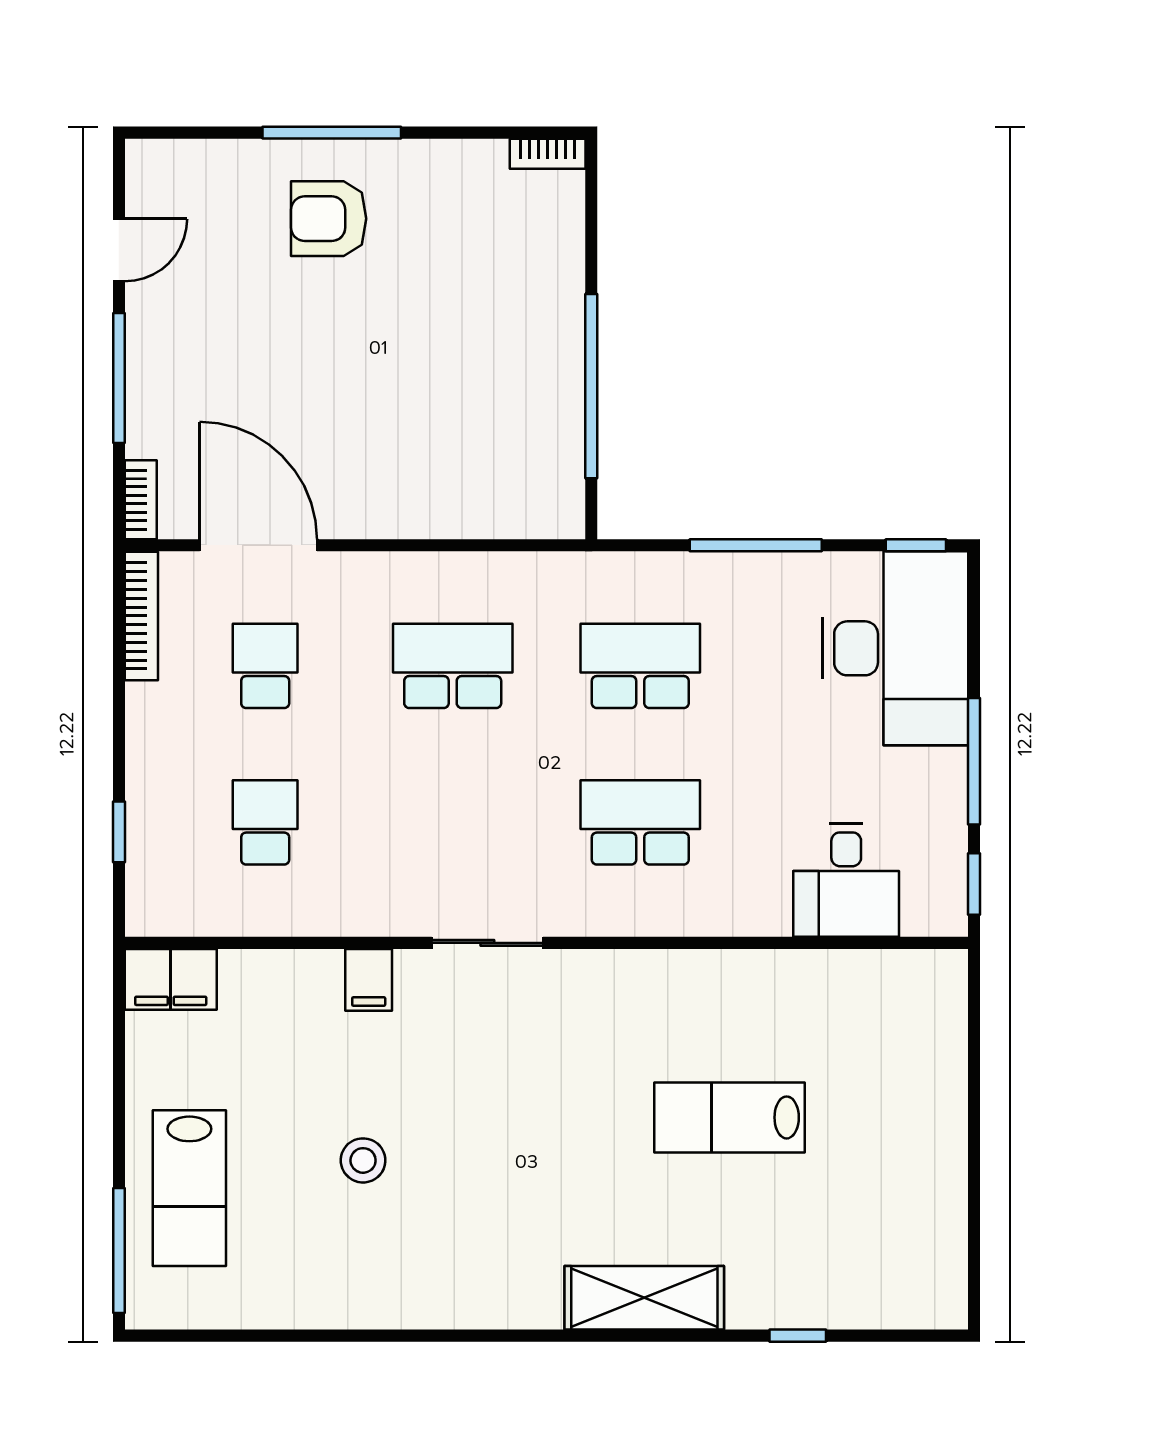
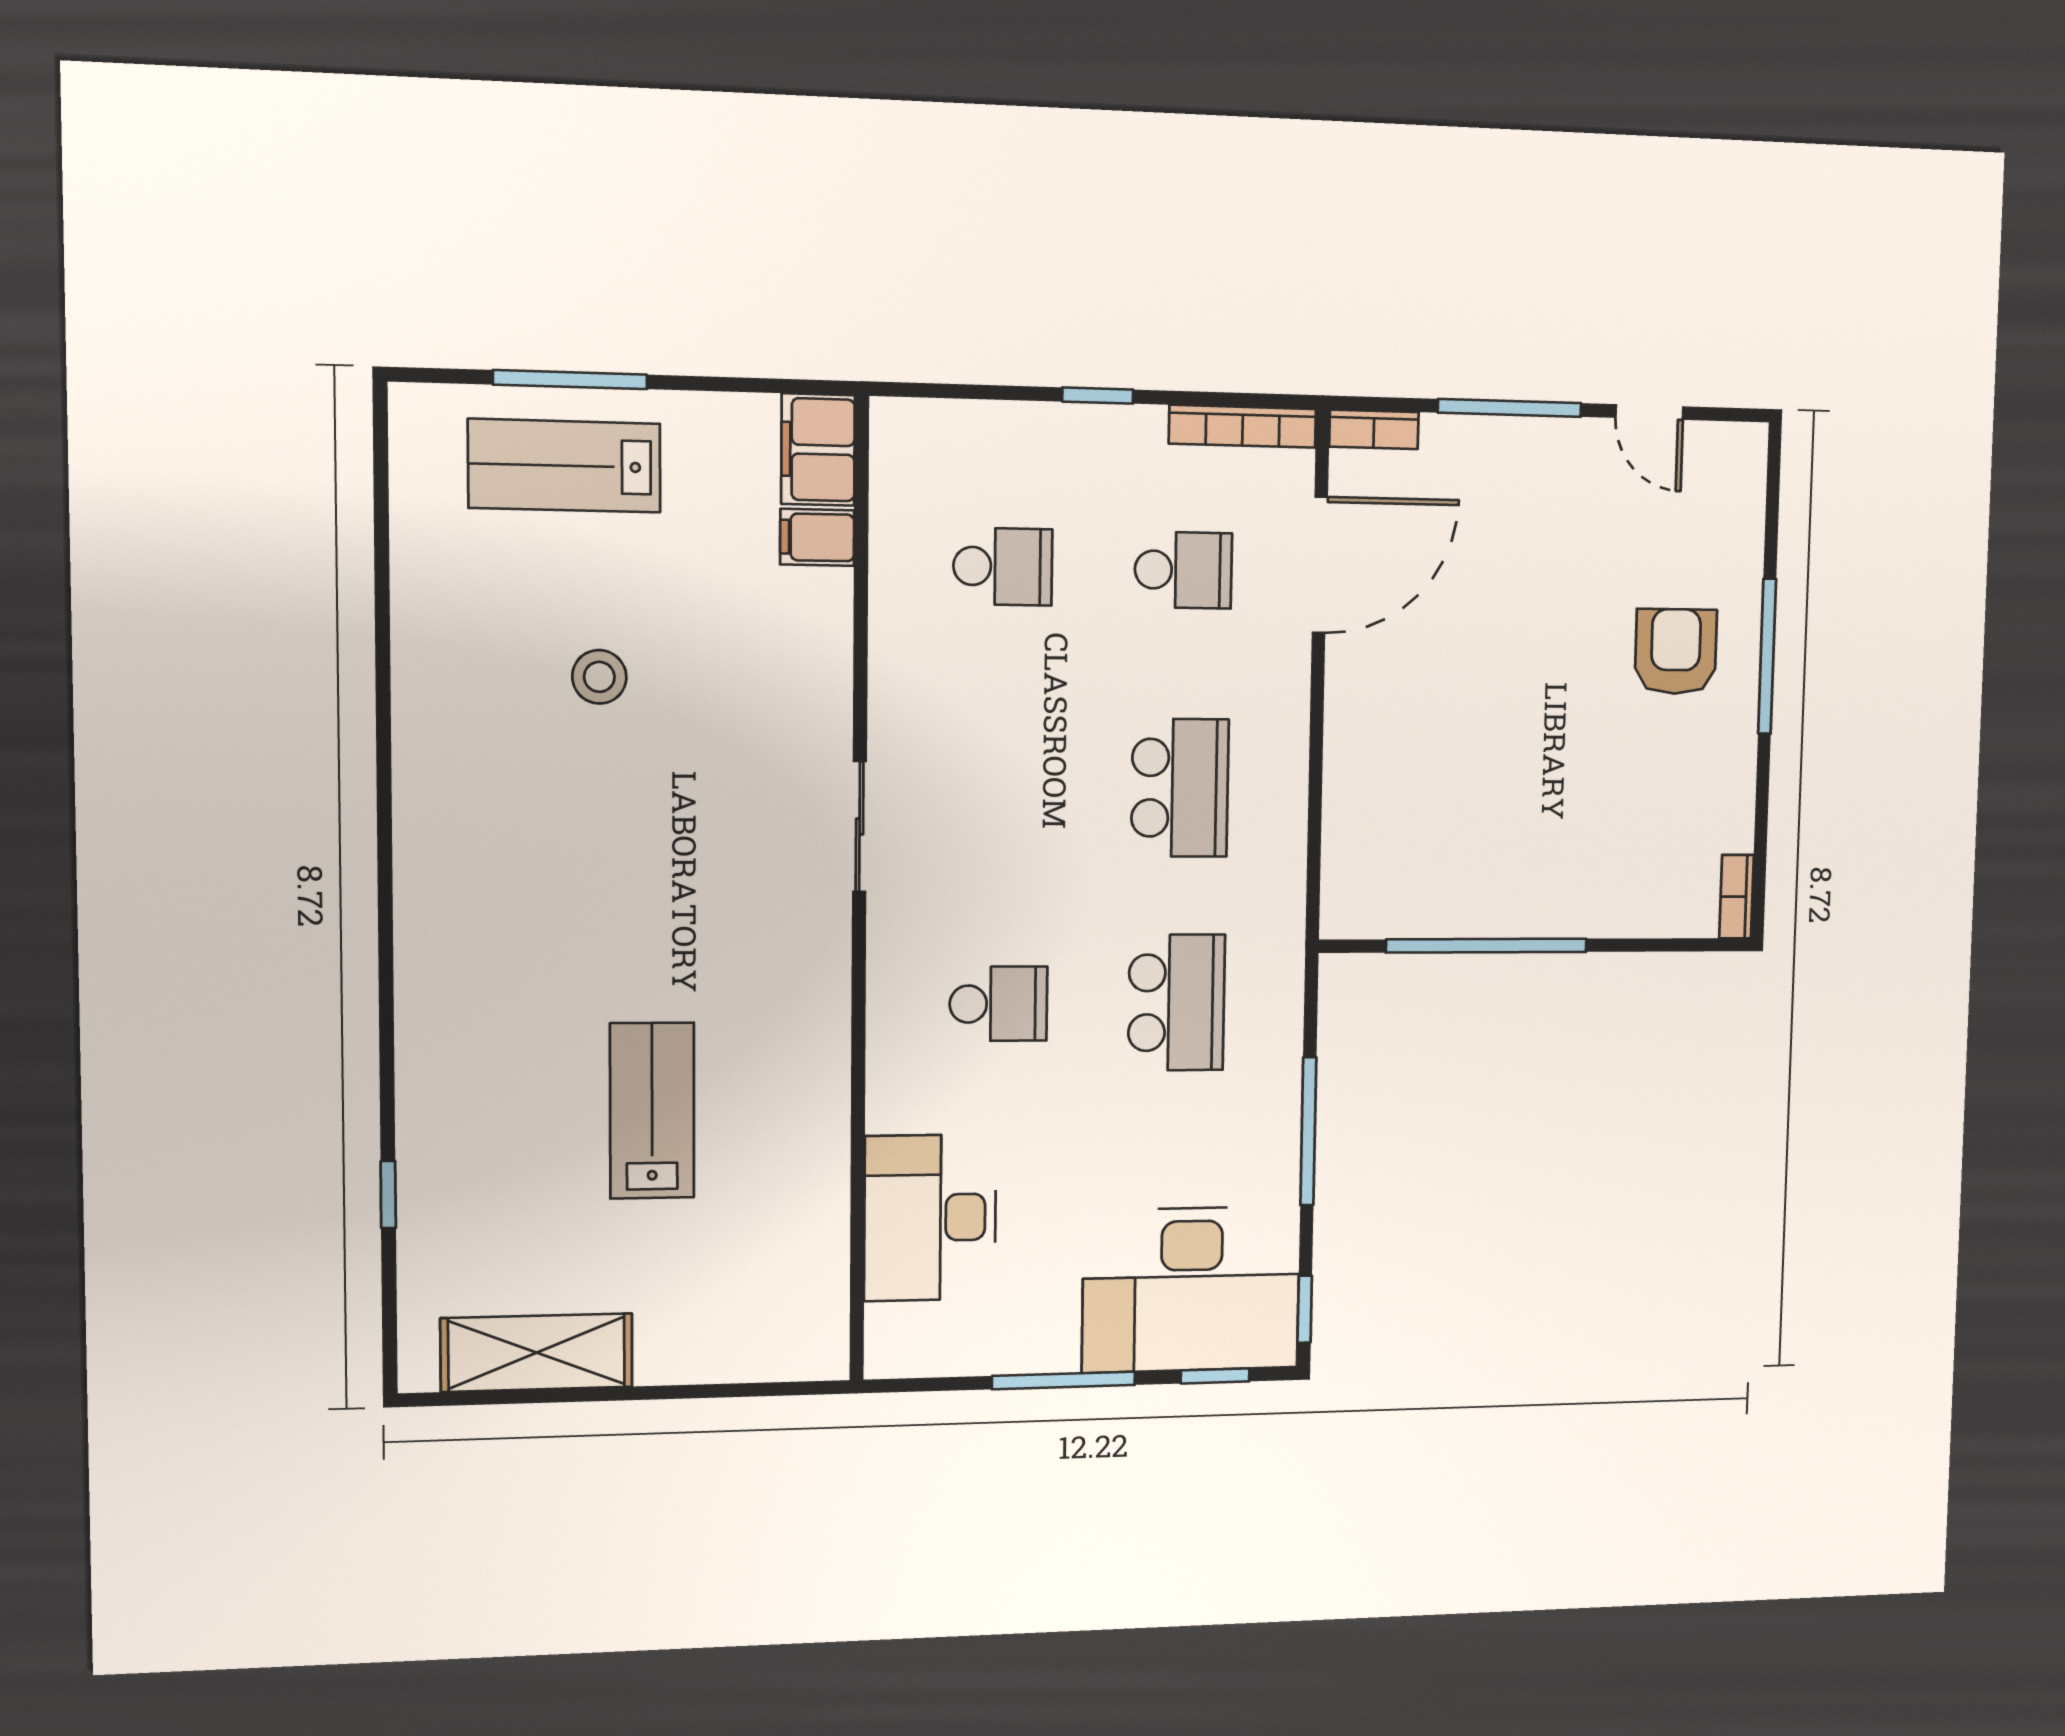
school desk: (640, 822) -> (998, 1004), width x0.54
window: (119, 832) -> (1098, 396), moved
desk: (846, 880) -> (930, 1218), width x1.37
window: (974, 884) -> (1215, 1376), moved
filing cabinet: (369, 980) -> (817, 537), moved
window: (119, 1250) -> (570, 380), moved
shelving: (644, 1298) -> (537, 1353), moved, turned 90

